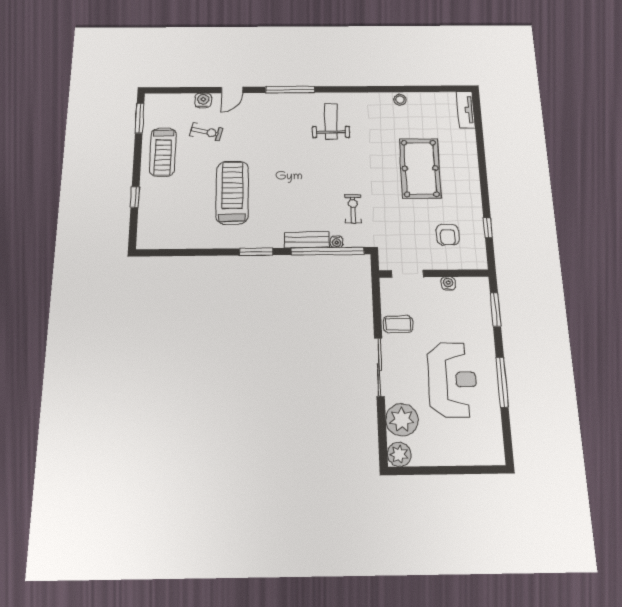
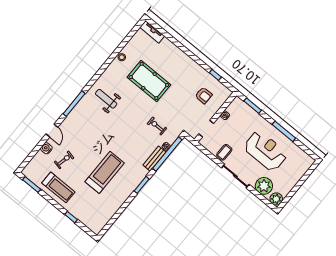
pool table: (420, 168) -> (149, 81), moved
treadmill: (232, 192) -> (105, 172), turned 90

